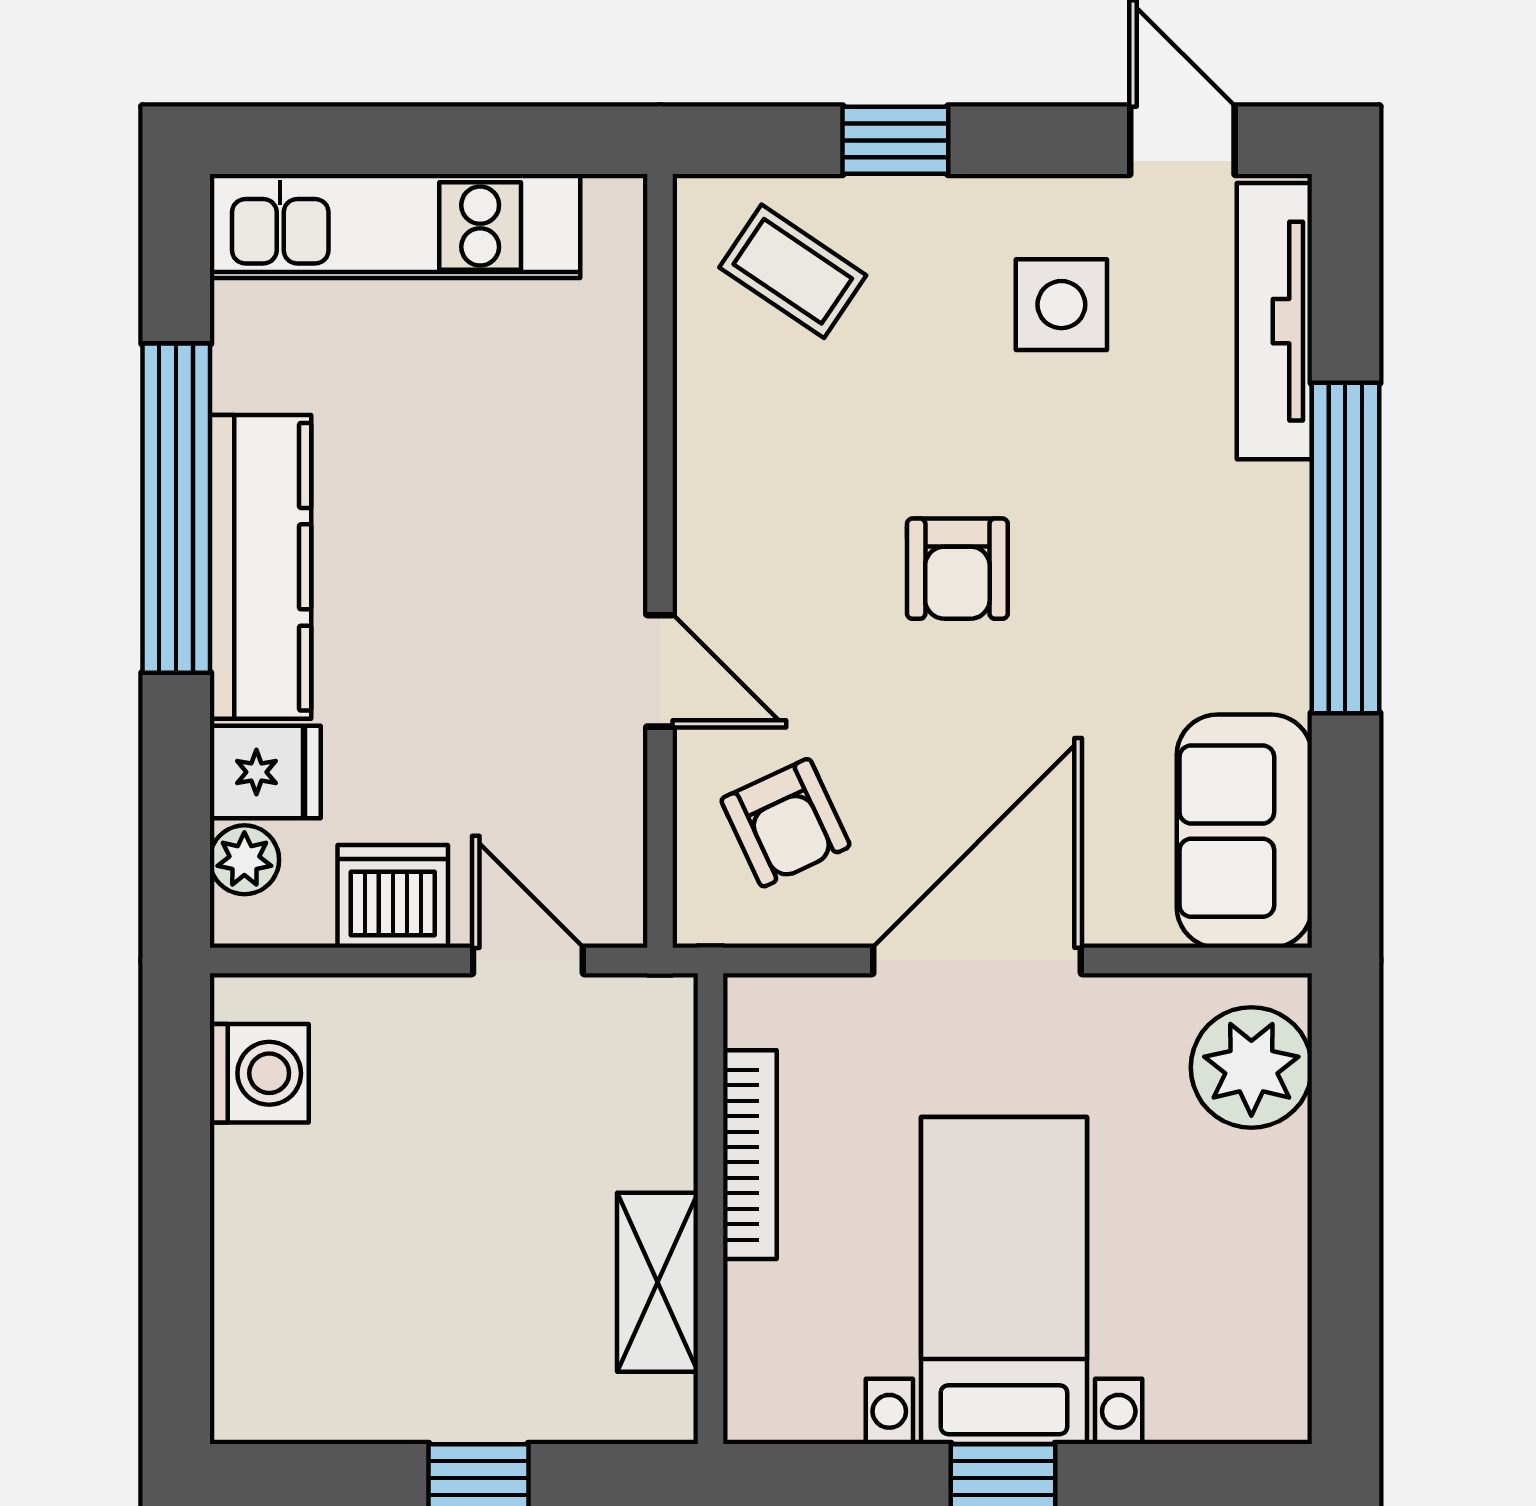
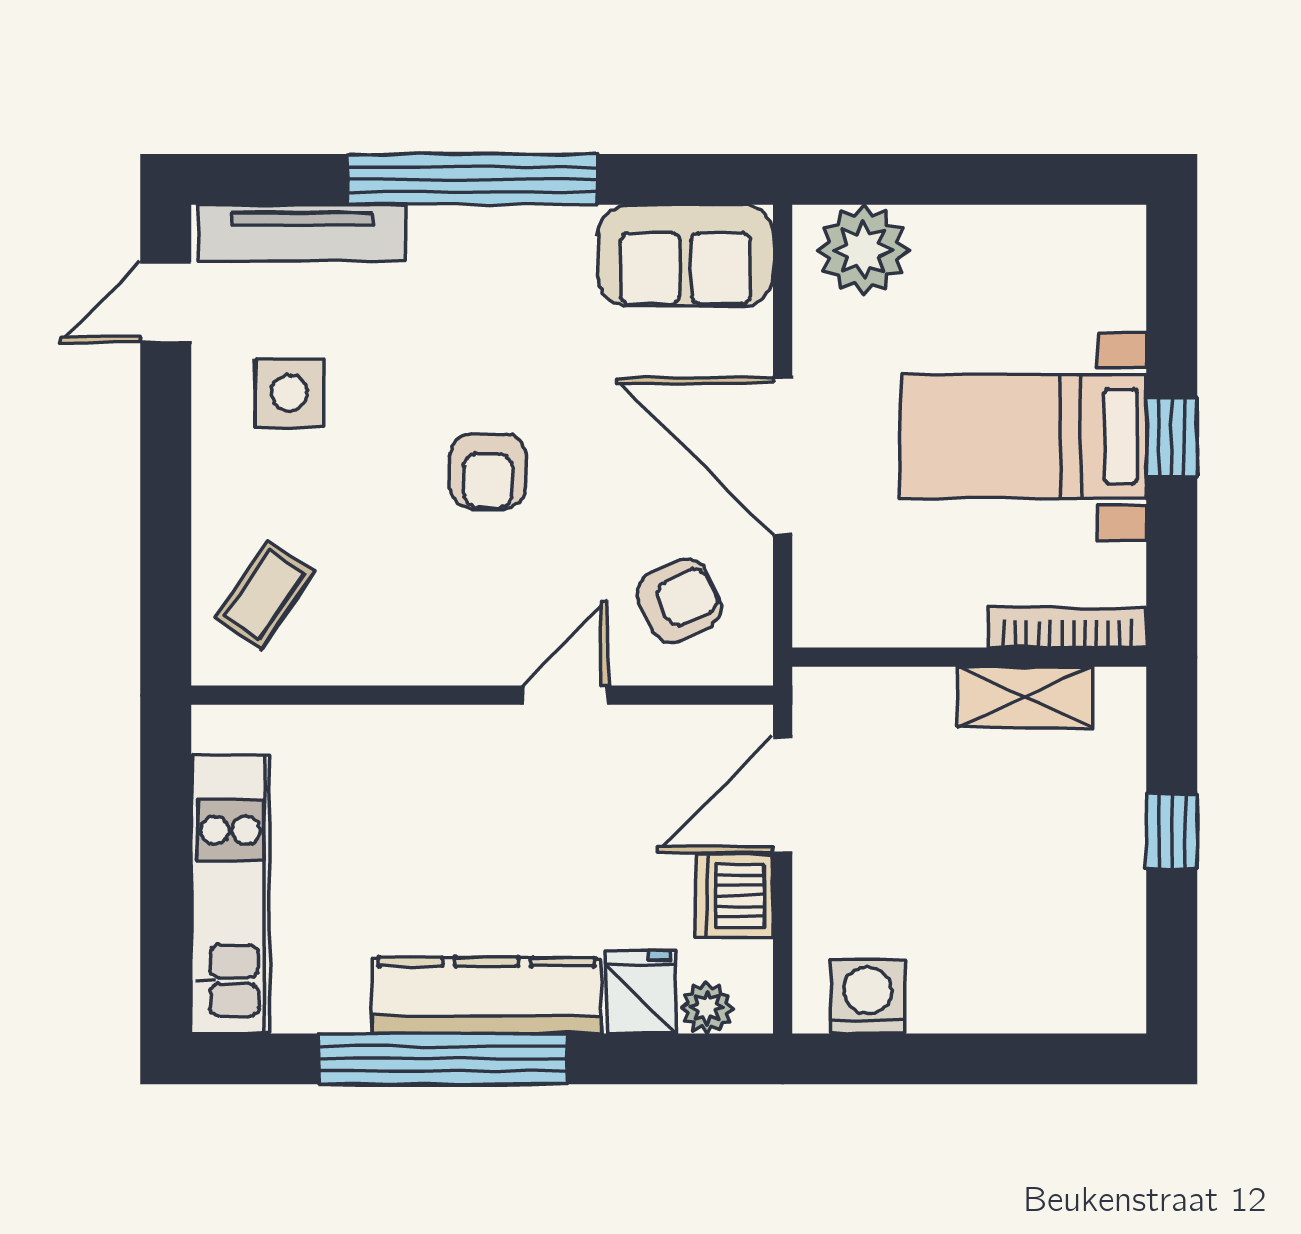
window: (895, 140) -> (166, 518), removed
armchair: (957, 569) -> (488, 471), turned 90
door: (528, 960) -> (783, 794), width x1.38
bookcase: (750, 1155) -> (1068, 627), moved

